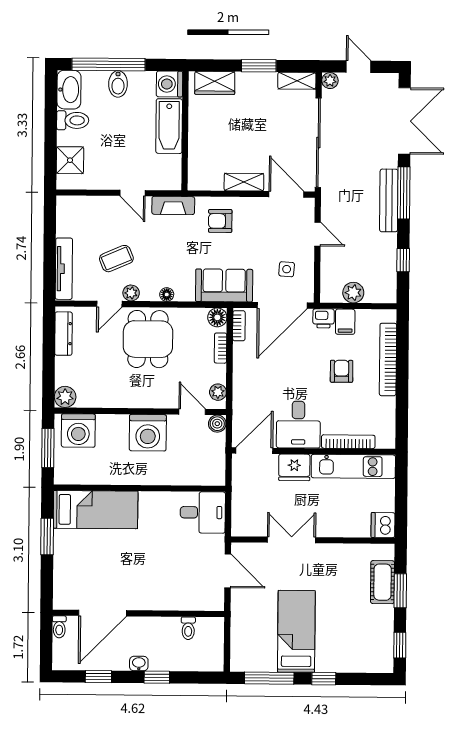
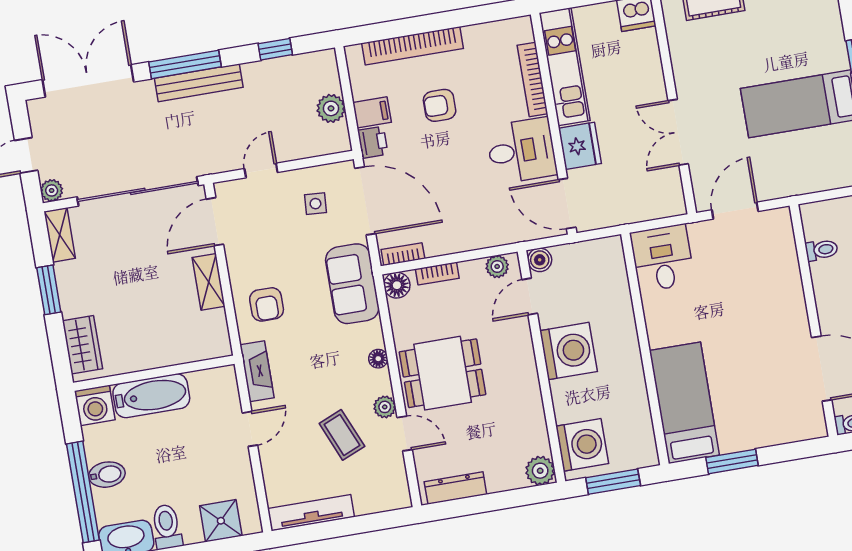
tv unit: (64, 269) -> (311, 513), moved

